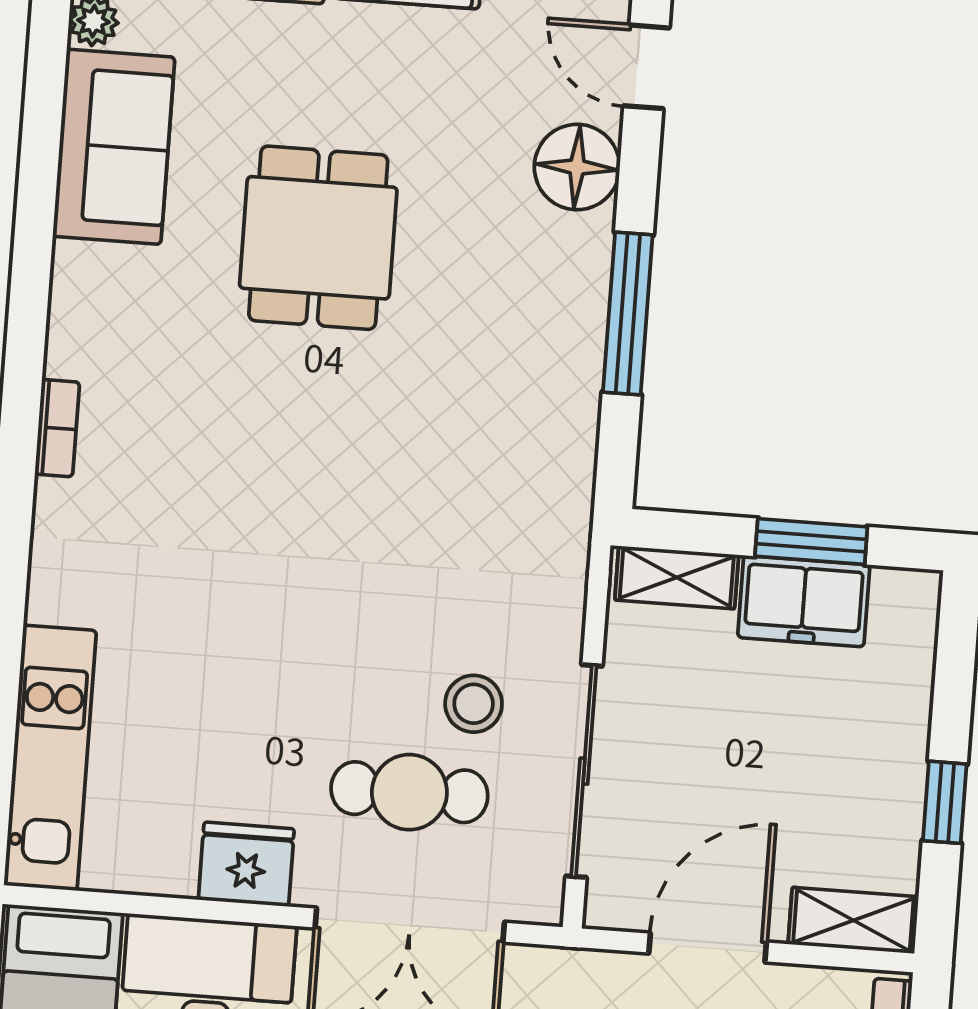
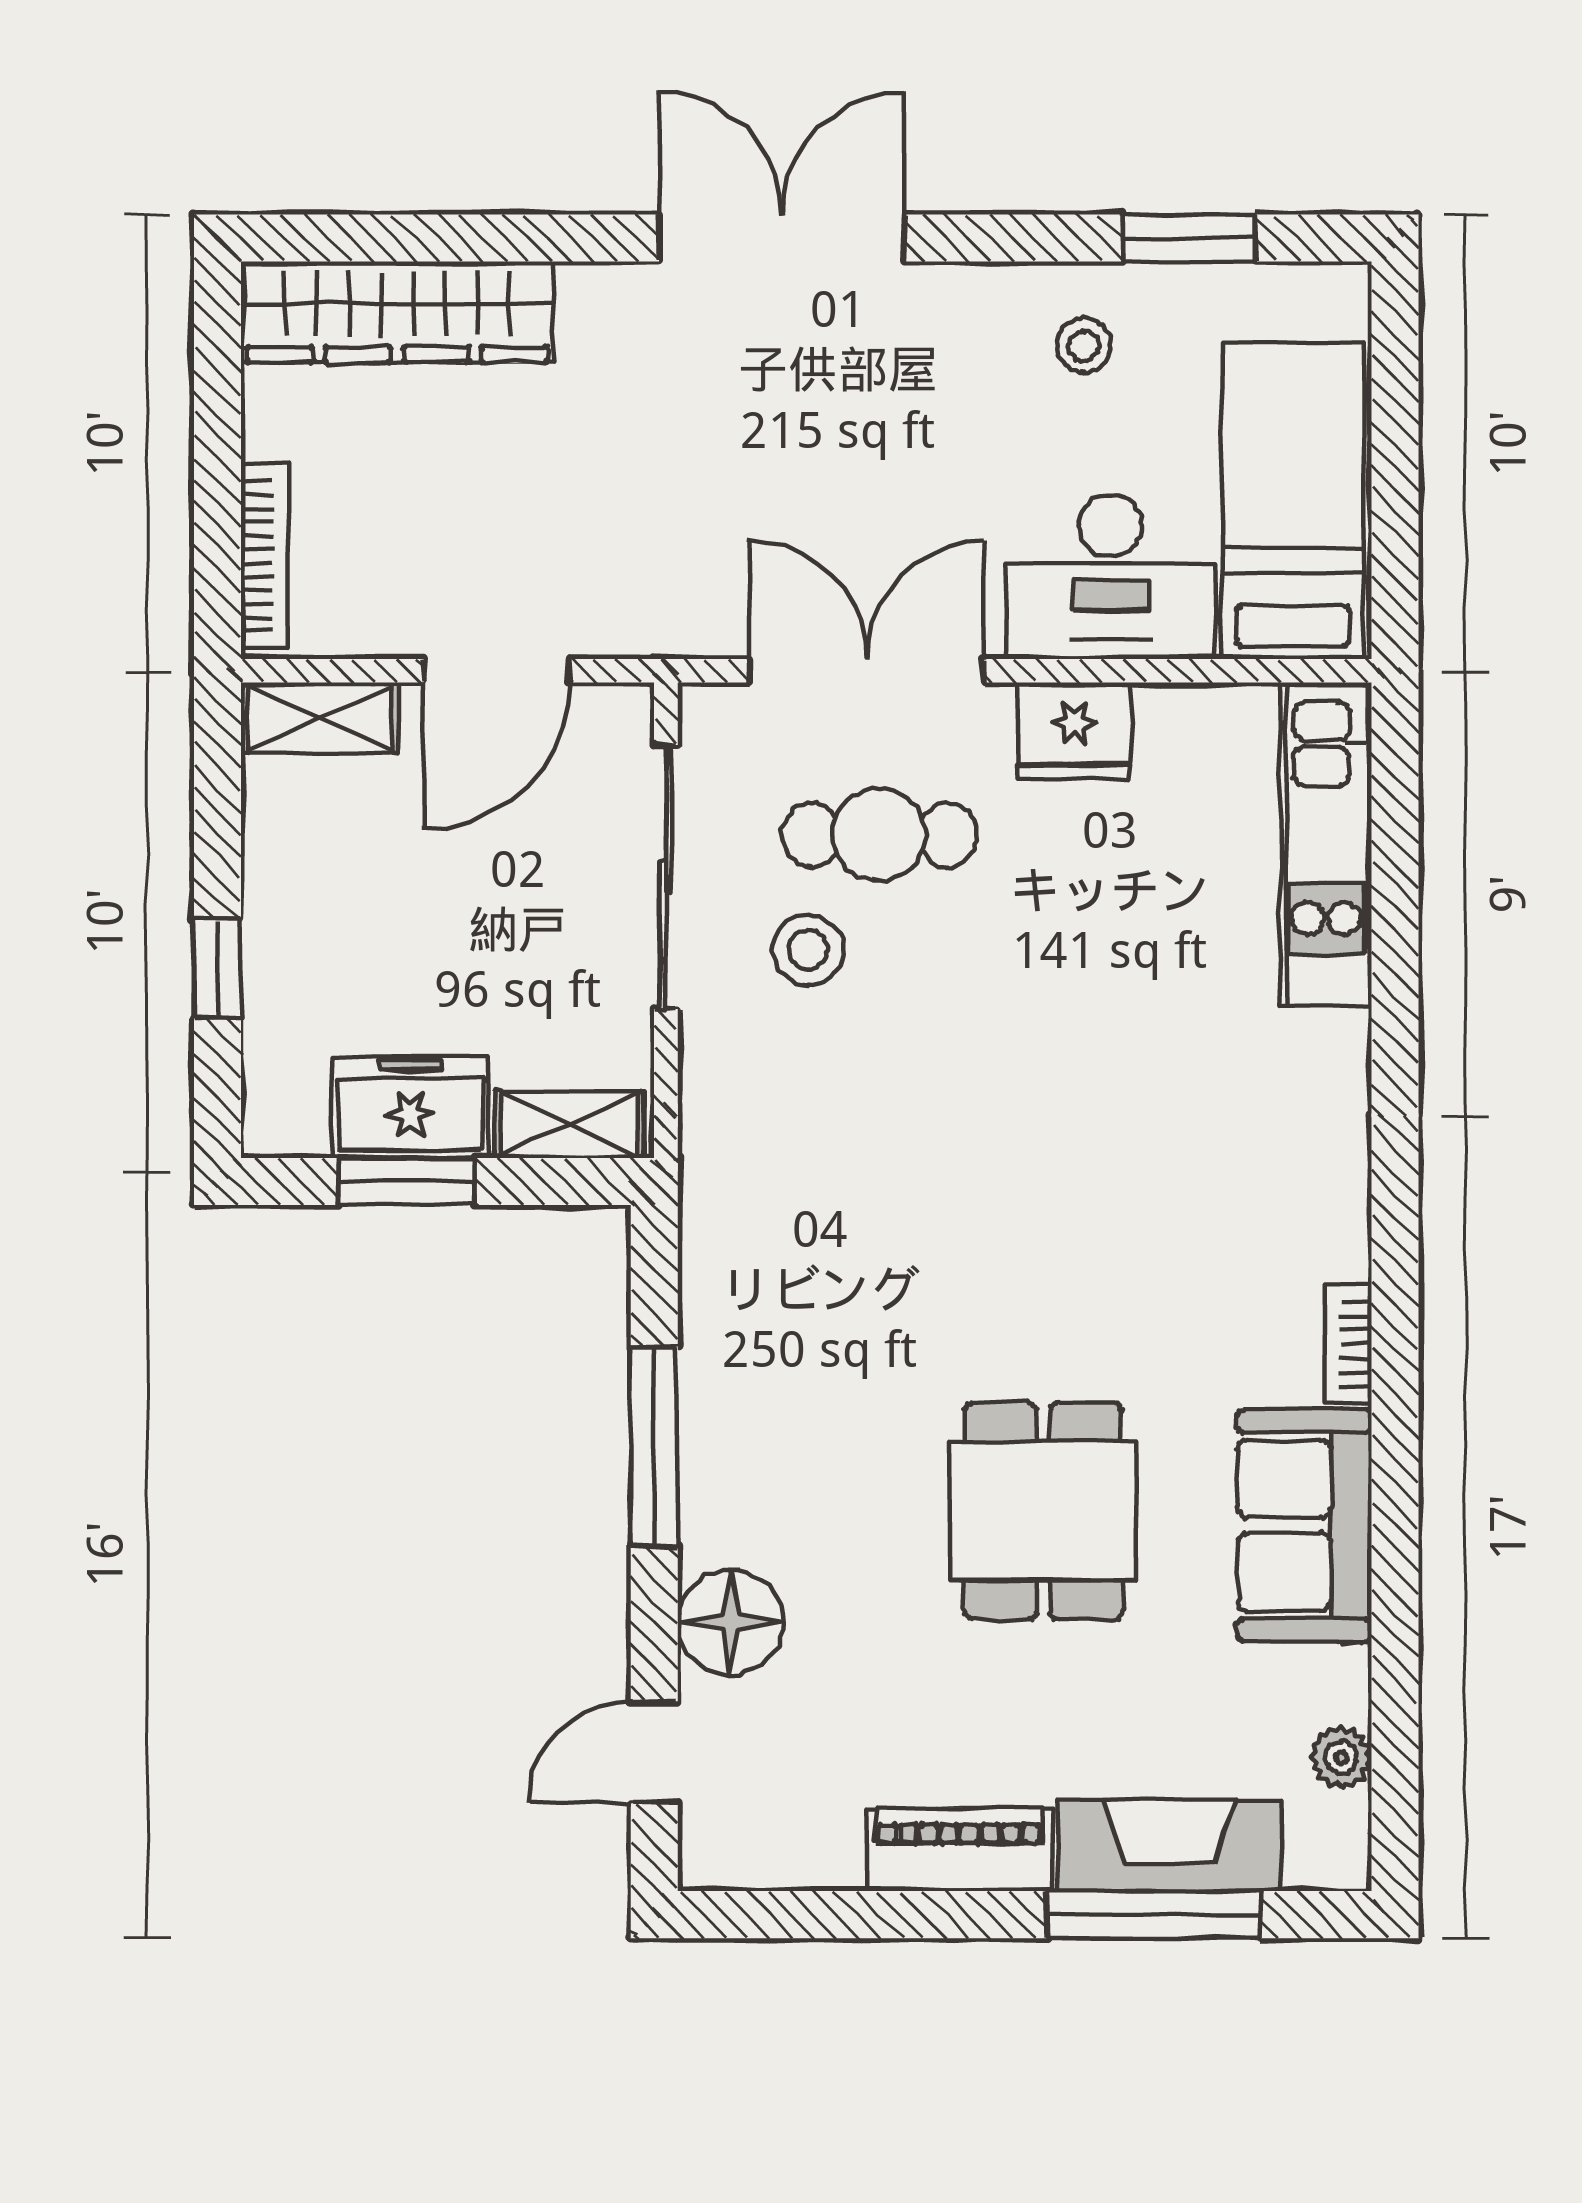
door: (646, 67) -> (654, 1752), swing flipped
sofa: (114, 147) -> (1304, 1526), moved
bookcase: (57, 428) -> (1348, 1344), moved
window: (945, 802) -> (217, 969), moved

